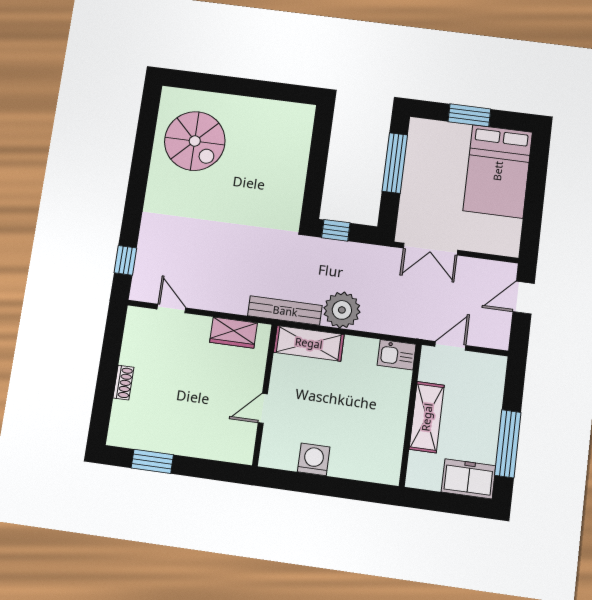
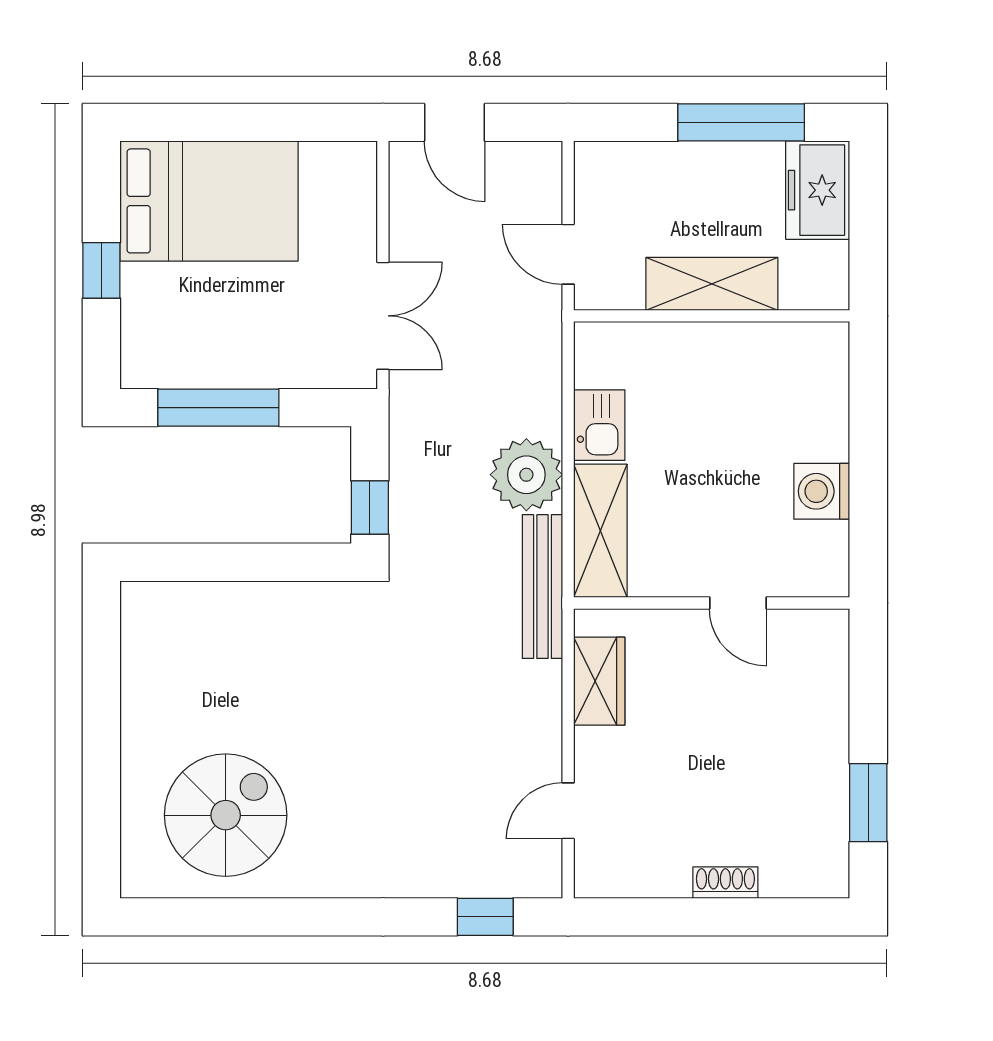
window: (469, 115) -> (101, 270), width x0.67
kitchen sink: (397, 355) -> (599, 425), moved

